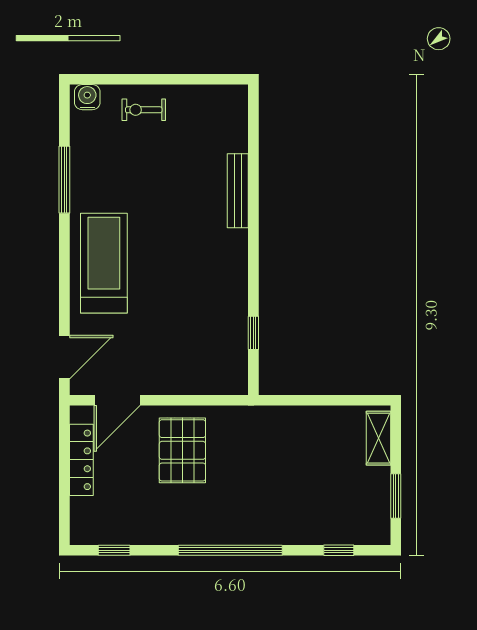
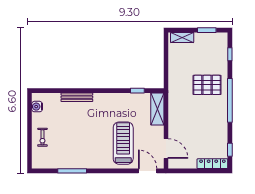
water cooler: (87, 97) -> (37, 107), moved
treadmill: (104, 263) -> (123, 143), moved, turned 90
shelving: (210, 380) -> (157, 109), added
pallet: (182, 450) -> (207, 85), moved
locker: (81, 460) -> (212, 164), moved

